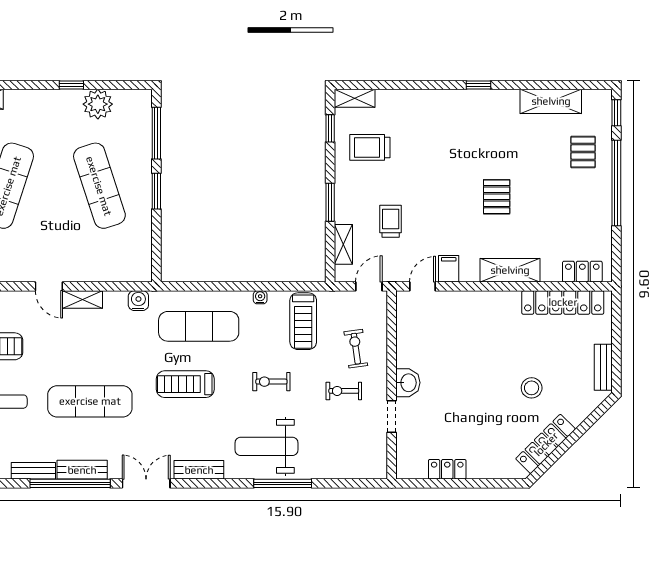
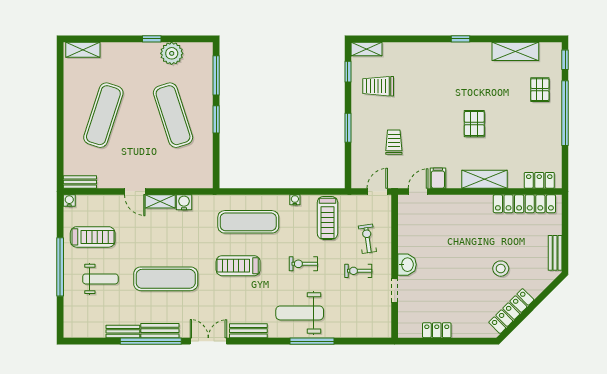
shelving: (343, 244) -> (358, 160), removed
water cooler: (138, 301) -> (184, 202), moved

